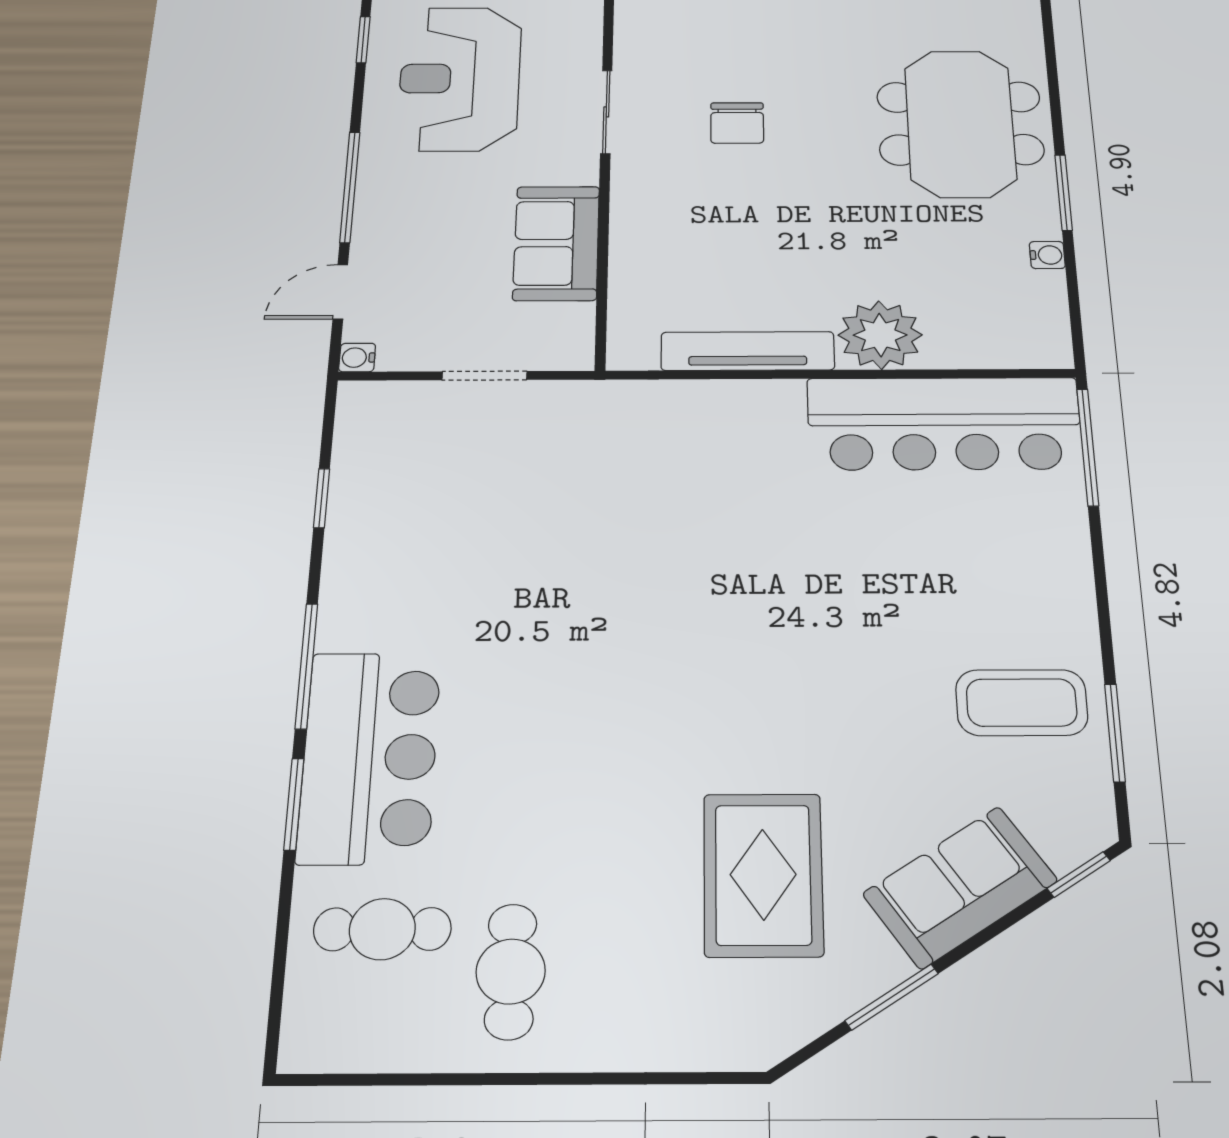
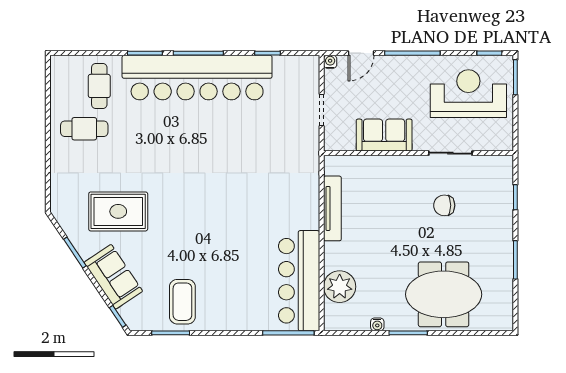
door: (340, 292) -> (361, 53), swing flipped
plant: (880, 335) -> (340, 287), moved
bar counter: (369, 757) -> (197, 78), width x1.86

